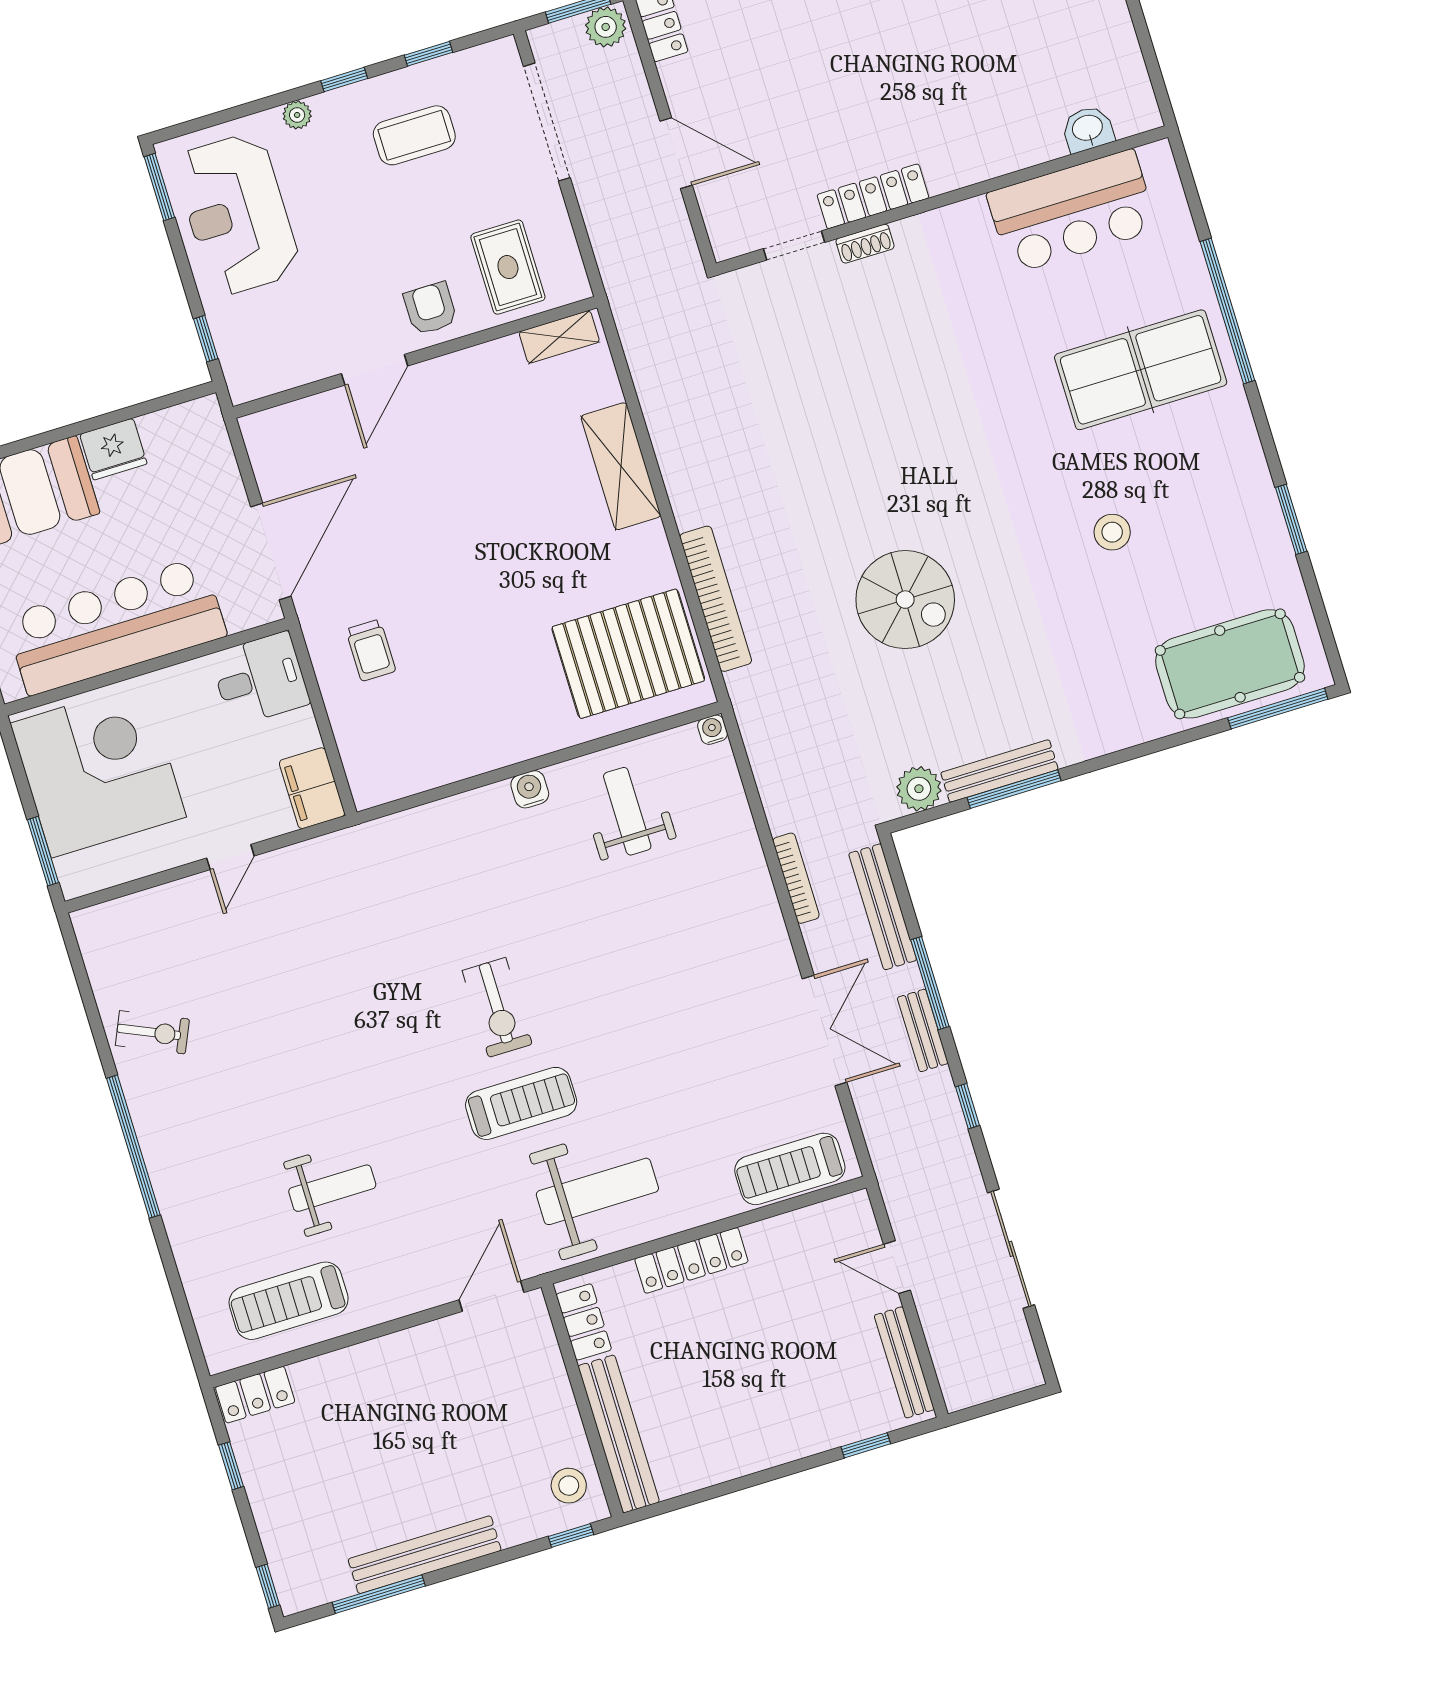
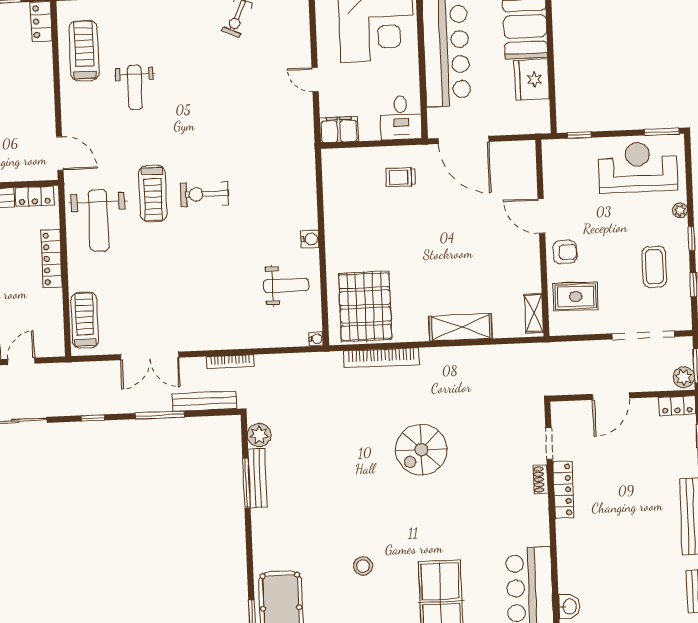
fridge: (113, 449) -> (532, 80), width x1.36, depth x1.34
spiral stairs: (905, 600) -> (421, 450), moved
bench: (923, 1030) -> (137, 405), removed

